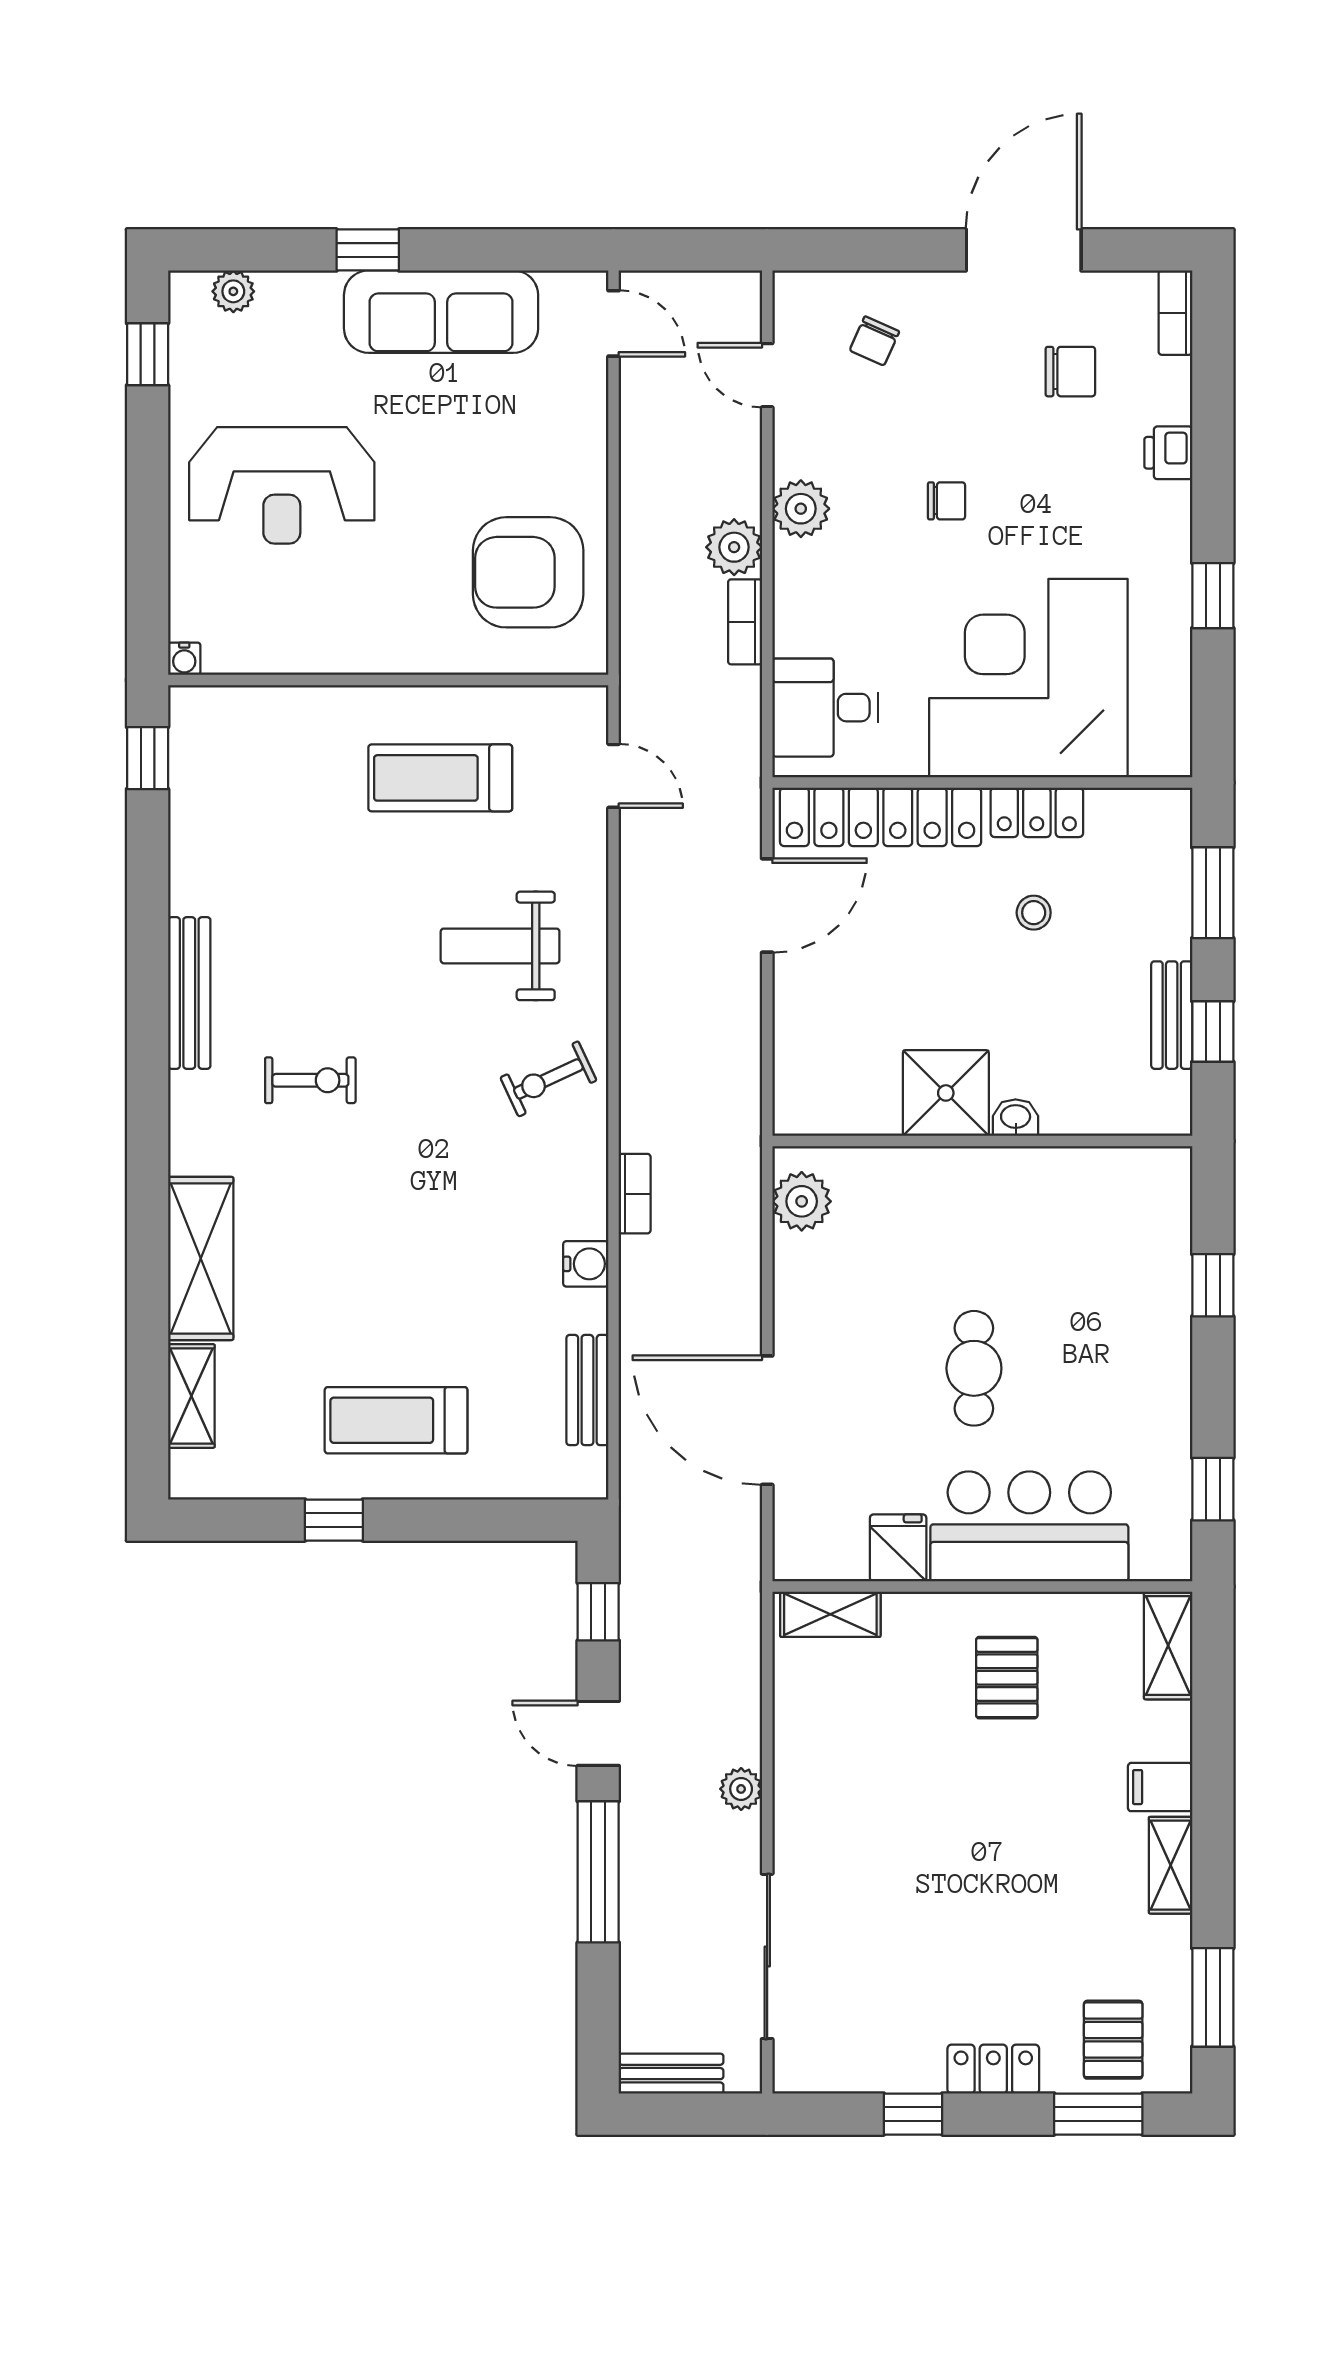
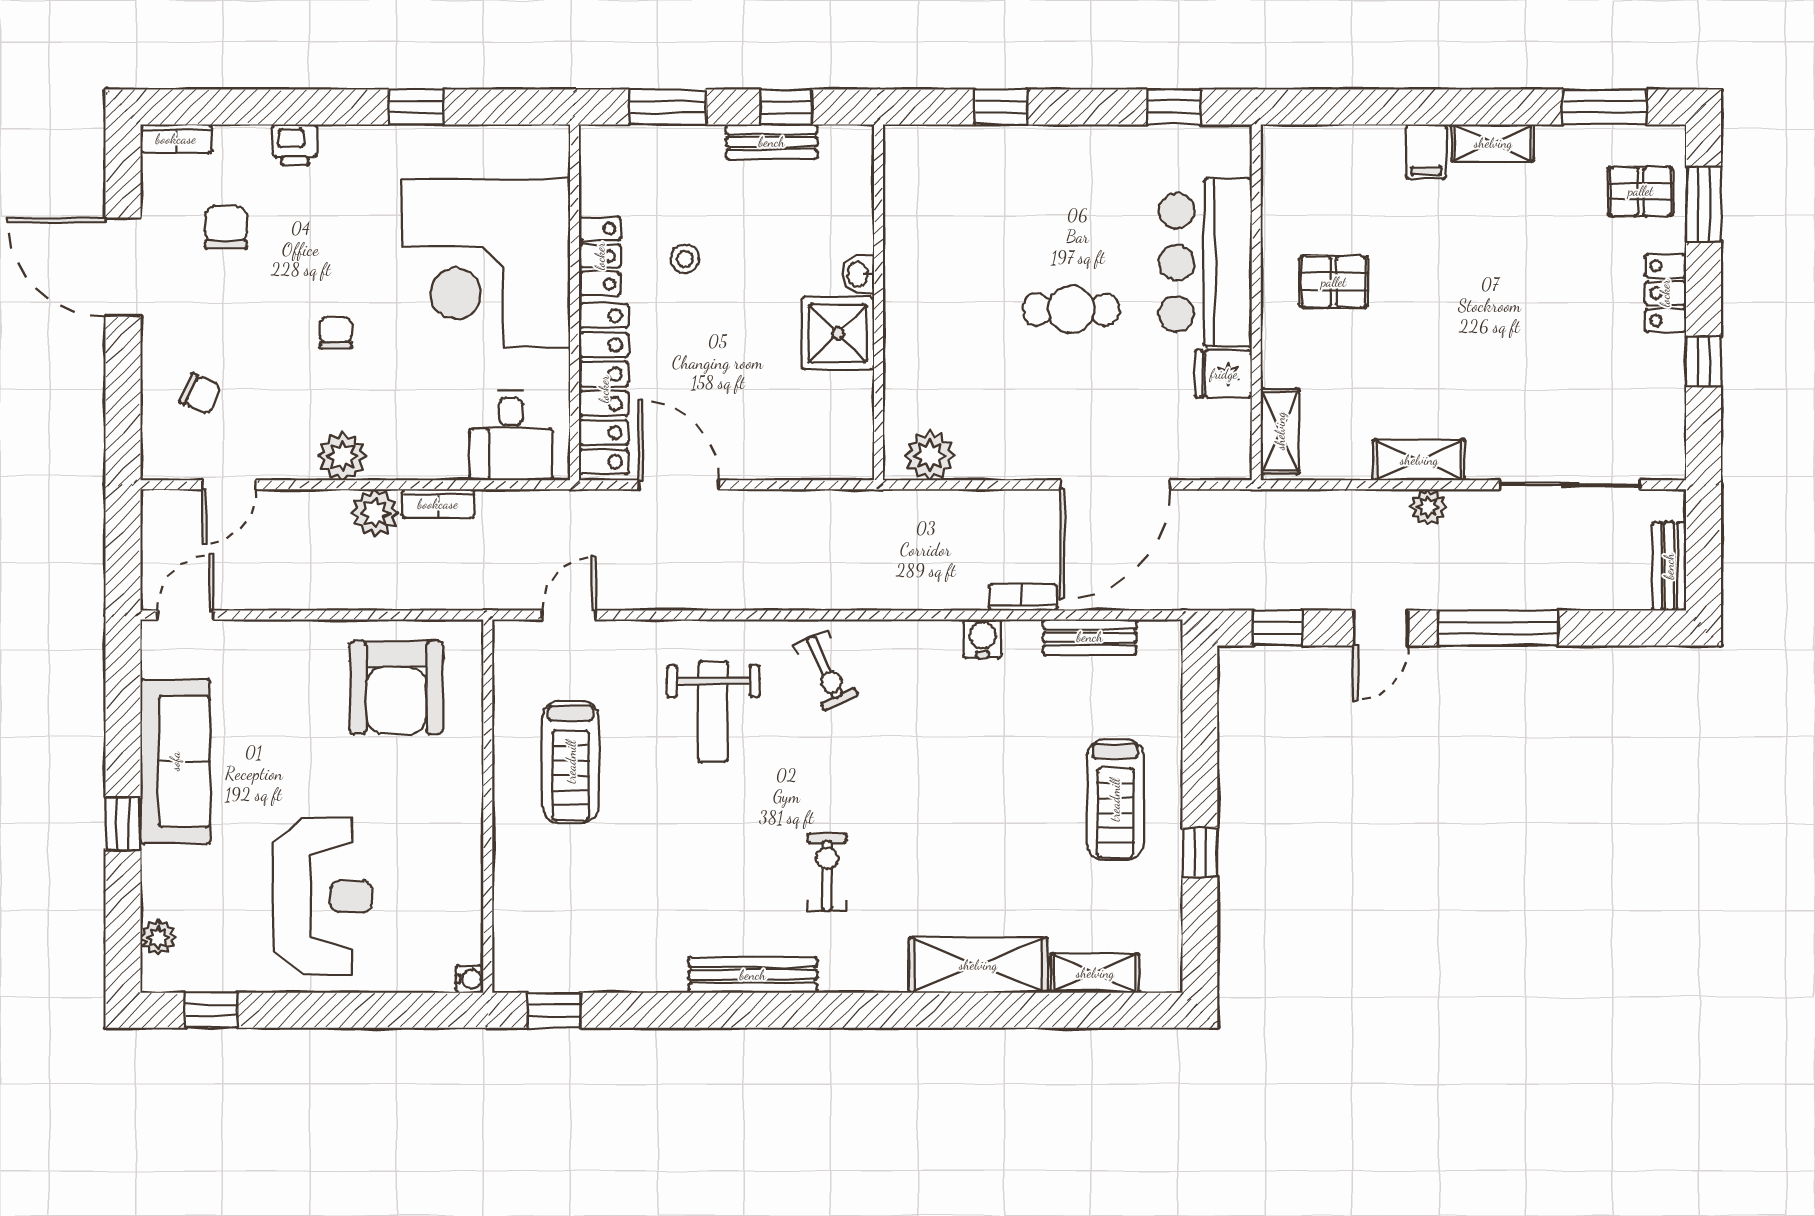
bookcase: (635, 1194) -> (1023, 597), moved
shelving: (1168, 1645) -> (1419, 460), moved

